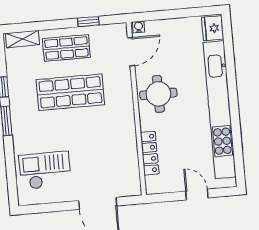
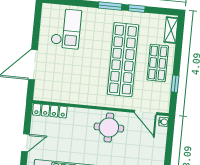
shop shelf: (70, 92) -> (123, 60), width x1.40
locker: (150, 153) -> (50, 111), moved

